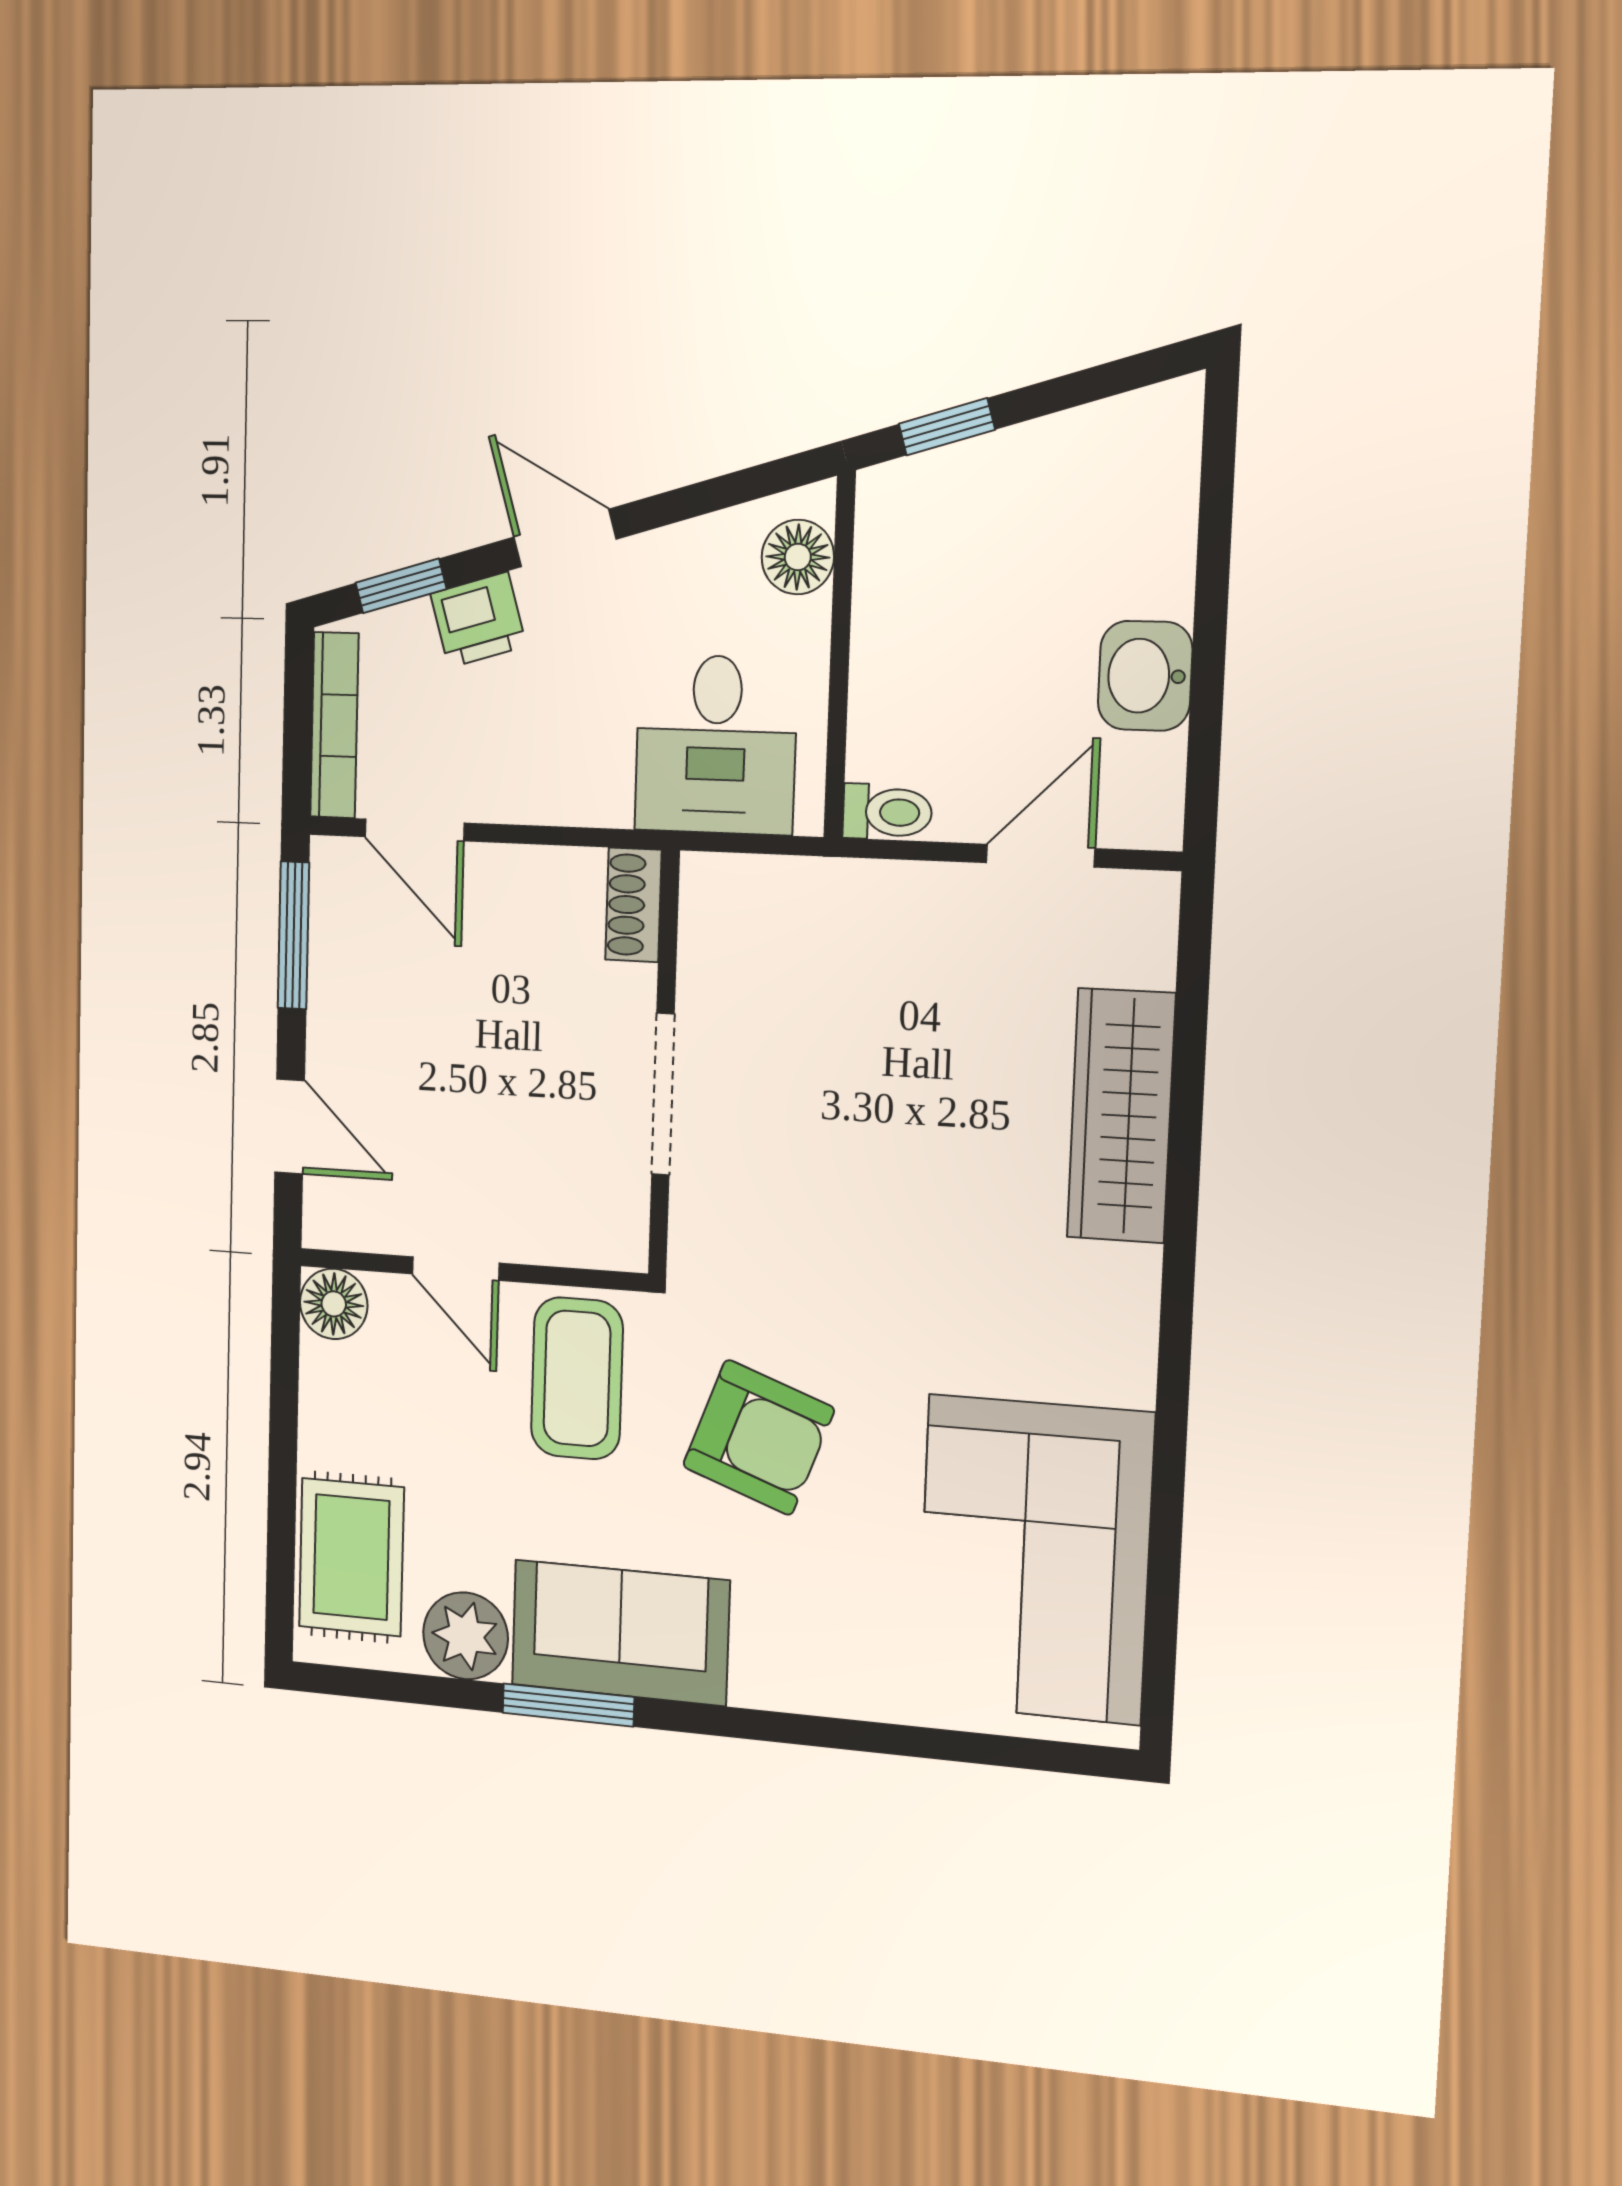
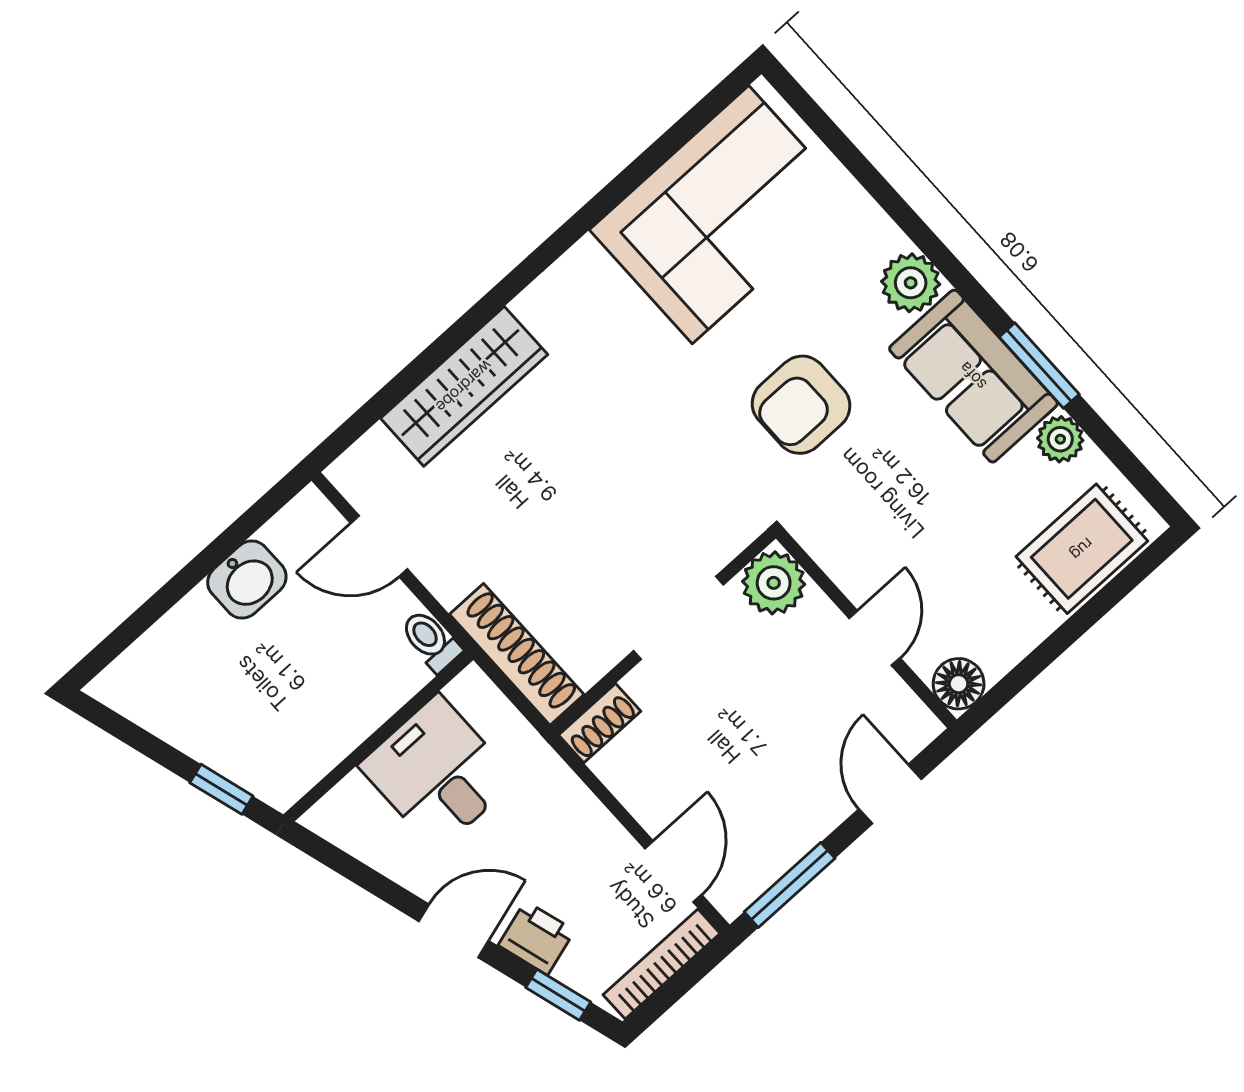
door: (565, 538) -> (454, 931), swing flipped
floor lamp: (798, 557) -> (351, 804), removed
desk: (716, 745) -> (438, 773), moved, turned -90
shoe rack: (786, 889) -> (517, 654), added
plant: (606, 1226) -> (774, 583), added
coffee table: (577, 1378) -> (866, 523), removed
armchair: (758, 1437) -> (801, 405), turned -110
plant: (466, 1636) -> (1060, 439), width x0.73, depth x0.73
plant: (774, 1670) -> (911, 283), added

